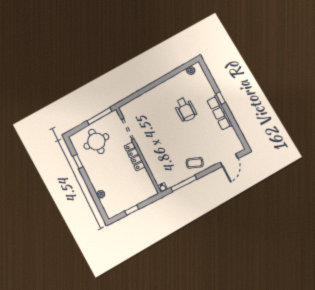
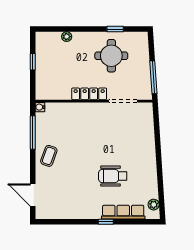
row of seats: (220, 113) -> (123, 212), moved
round table: (96, 141) -> (111, 56), moved

